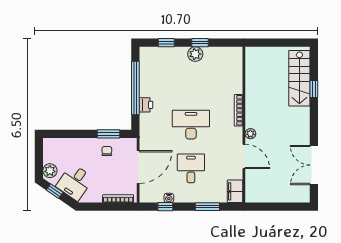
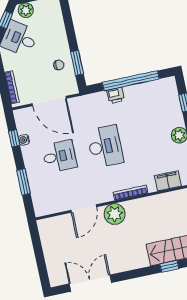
plant: (250, 134) -> (115, 214), width x1.88, depth x1.88
filing cabinet: (235, 191) -> (168, 181), moved

